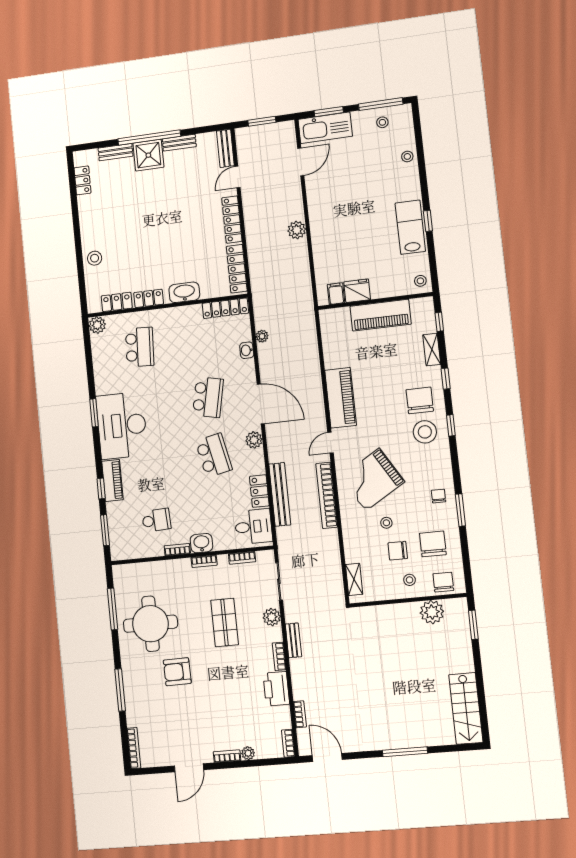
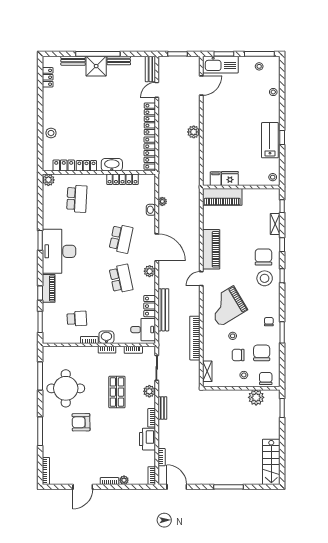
locker: (225, 308) -> (122, 179), moved
piano: (381, 315) -> (222, 197), moved
bookcase: (327, 495) -> (195, 338), moved

